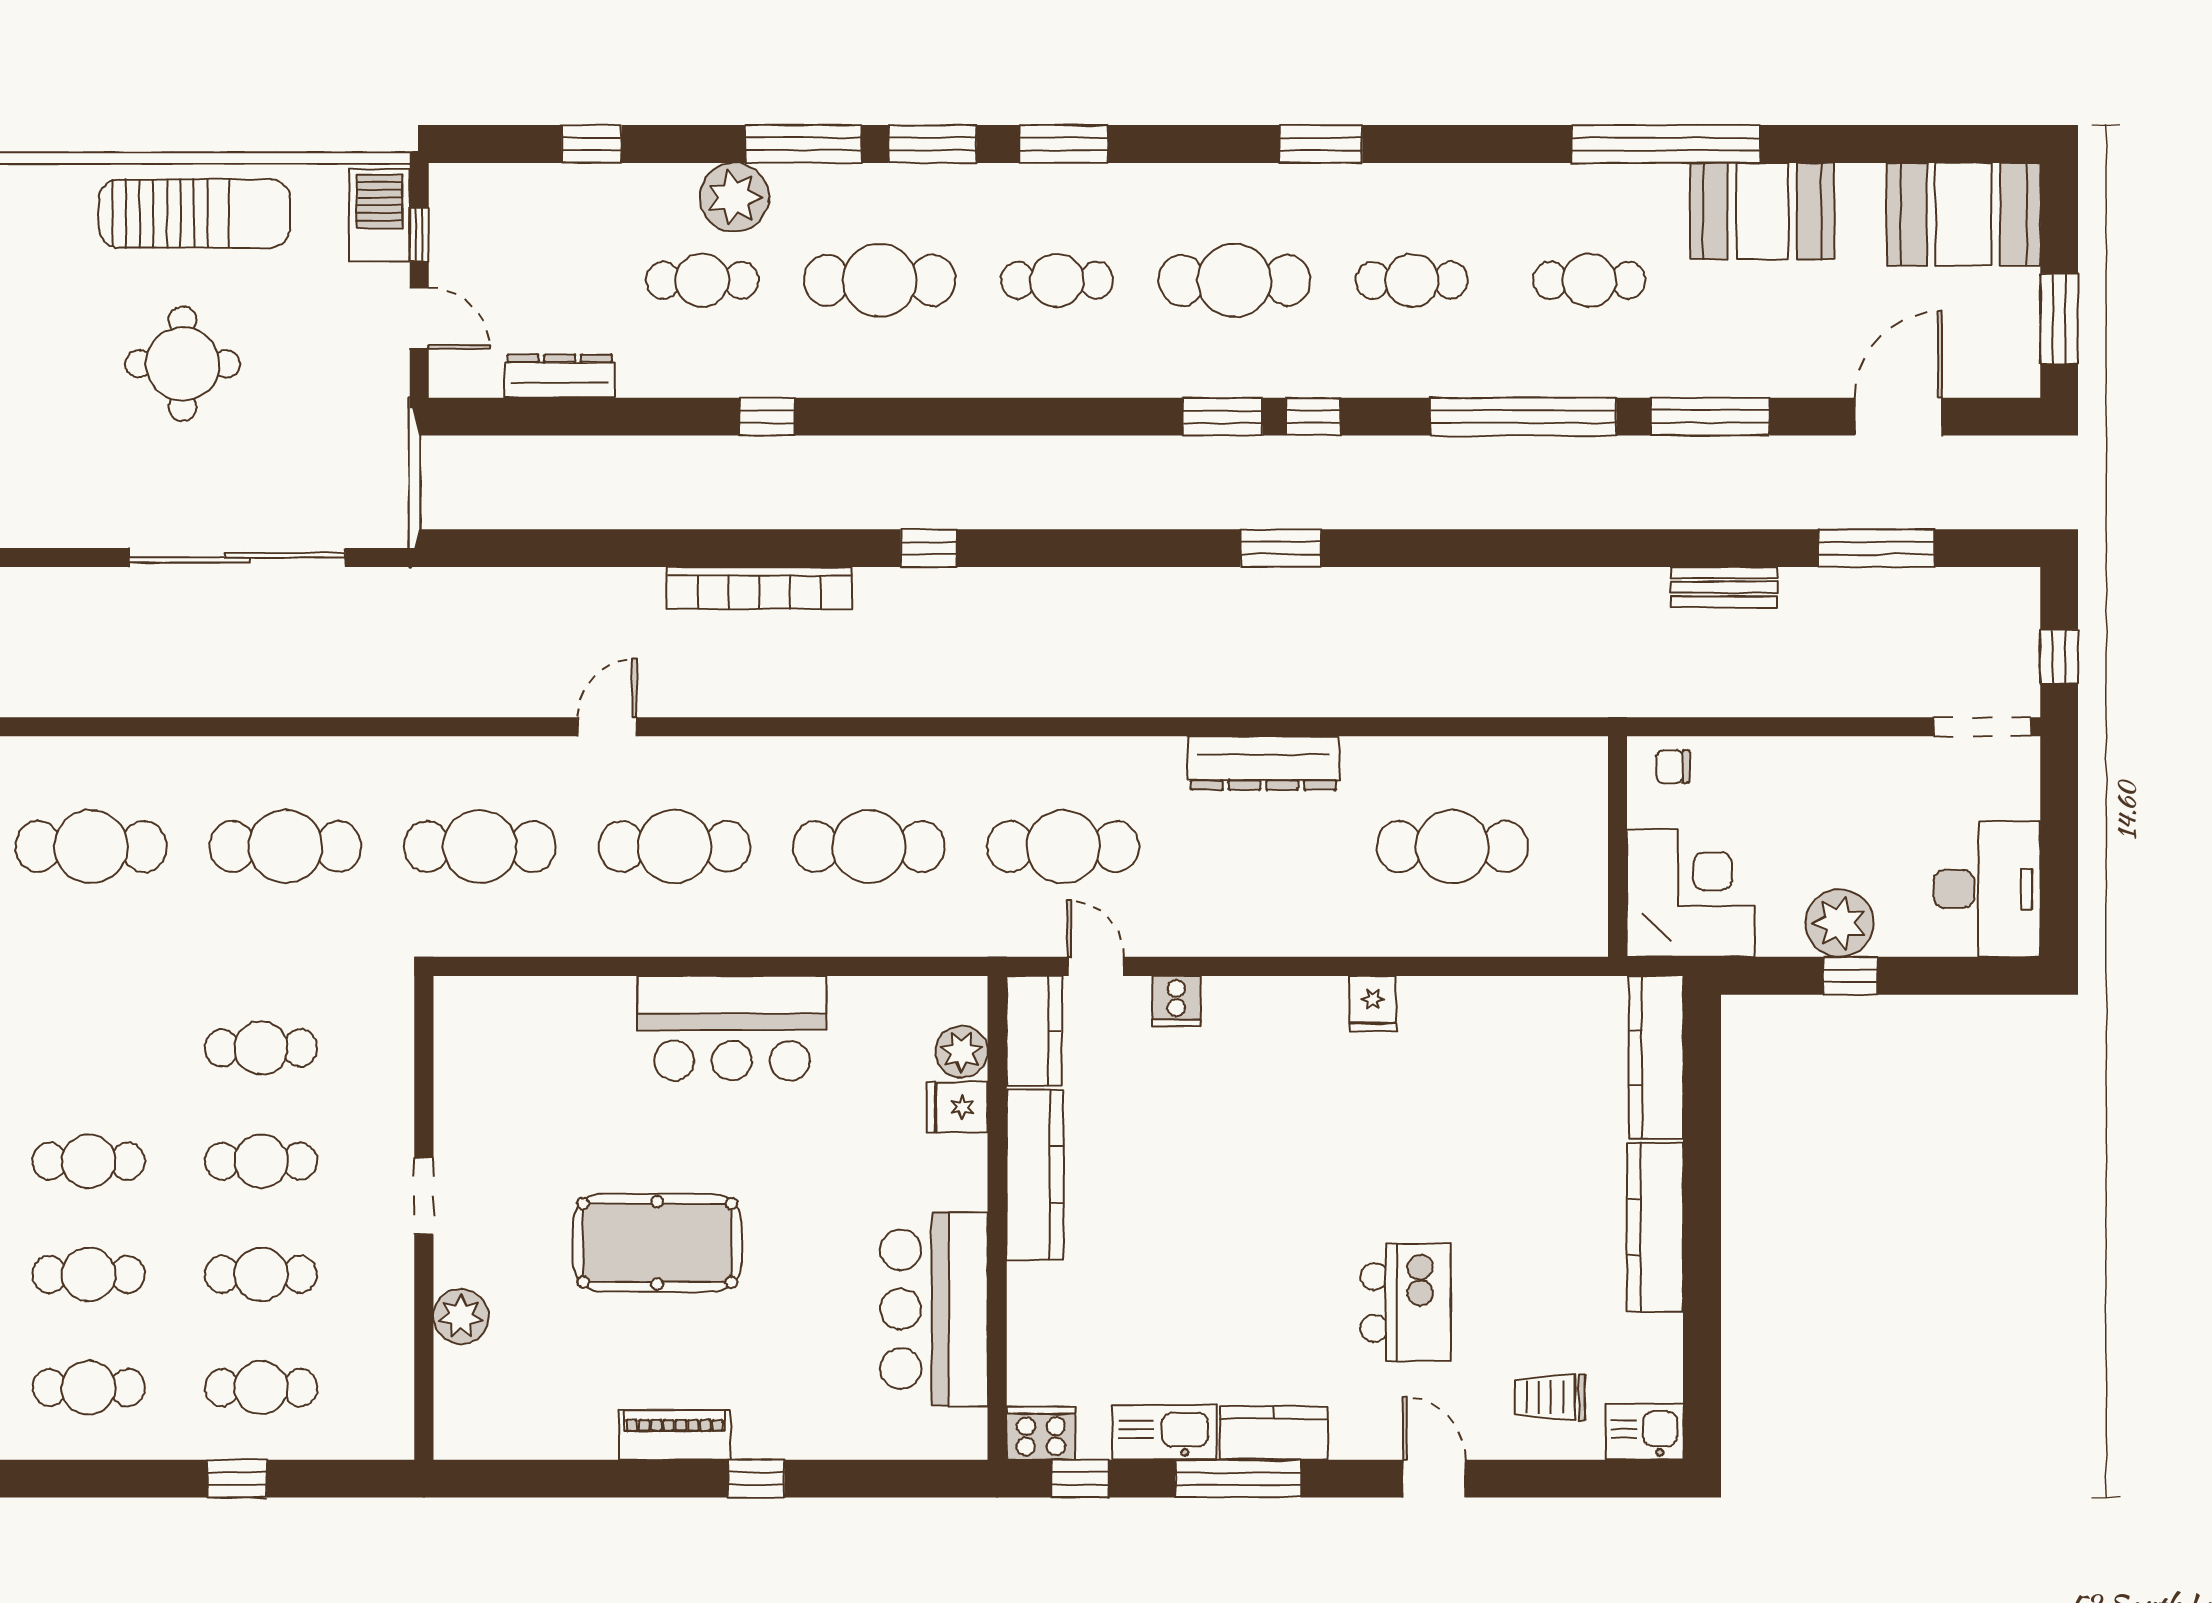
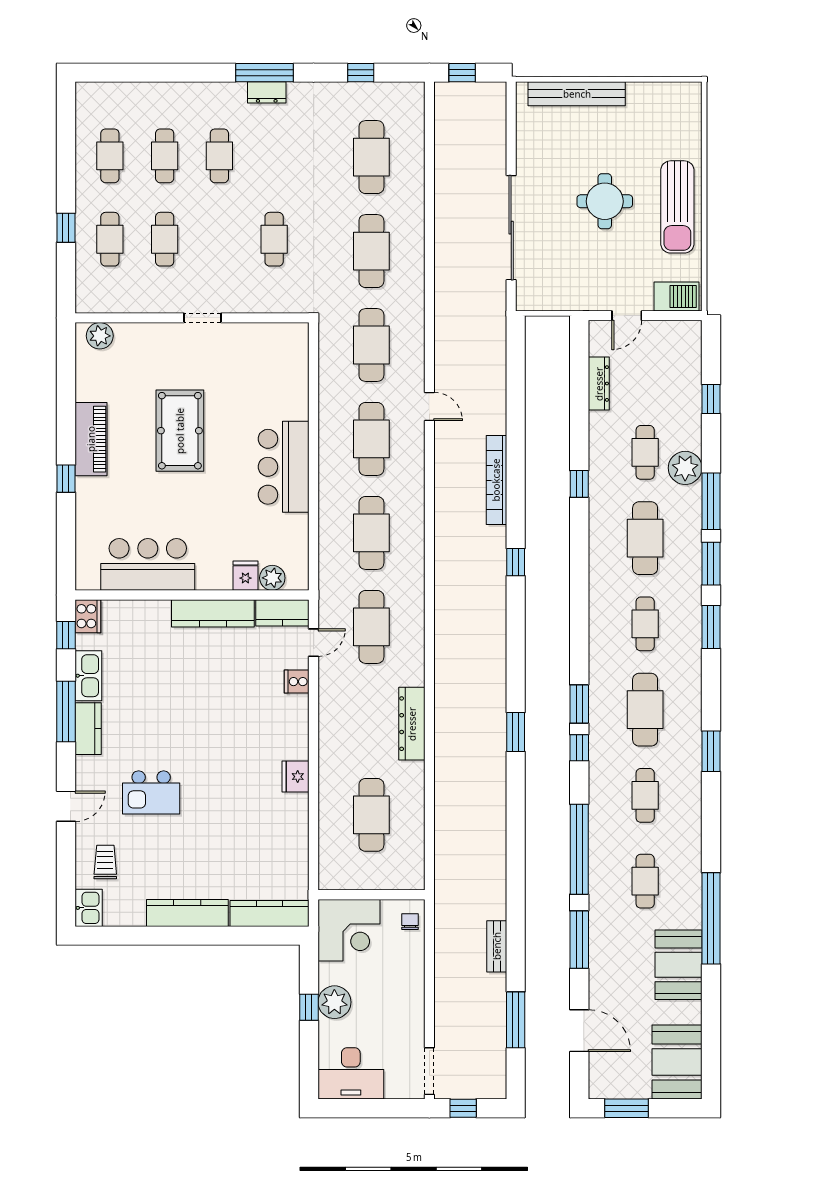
window: (419, 234) -> (667, 316), removed
fridge: (1373, 1004) -> (296, 777), width x1.38
cafe table: (261, 1161) -> (219, 239), removed
plant: (461, 1316) -> (100, 336), moved
piano: (675, 1435) -> (91, 439), width x1.37, depth x1.33

